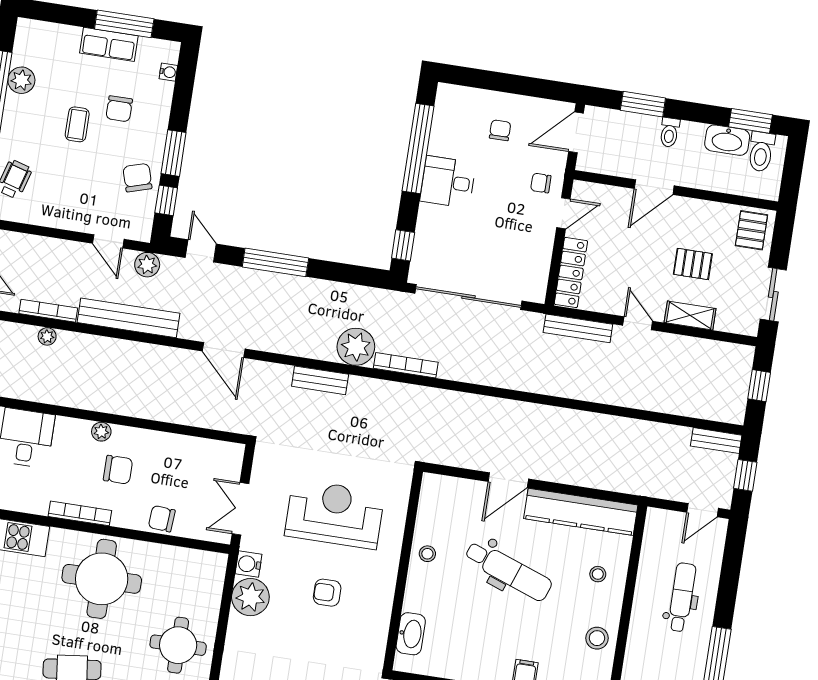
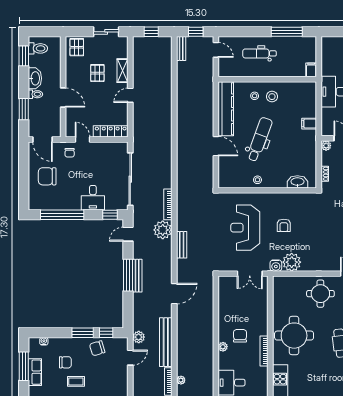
chair: (500, 130) -> (47, 176), width x1.87, depth x1.87
washbasin: (727, 140) -> (35, 78), moved
desk: (448, 182) -> (93, 198), moved
pallet: (751, 230) -> (77, 47), turned 90
door: (201, 251) -> (128, 234), moved
bench: (578, 328) -> (137, 276), moved
chair: (162, 519) -> (260, 311), removed
stool: (597, 638) -> (272, 97), moved

